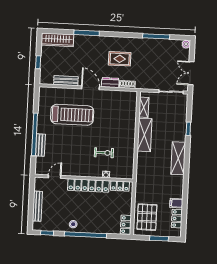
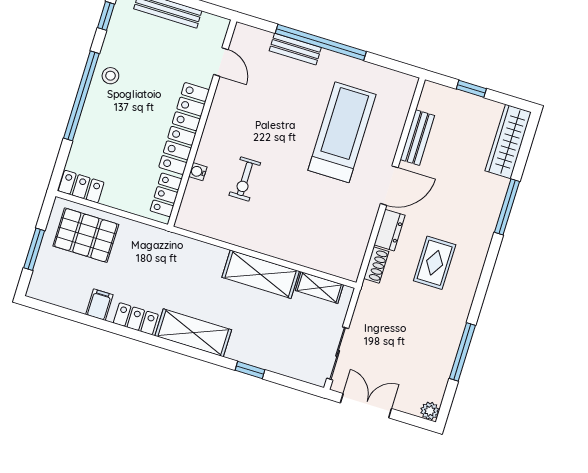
treadmill: (72, 115) -> (342, 132), turned 180
locker: (177, 219) -> (136, 319), moved

